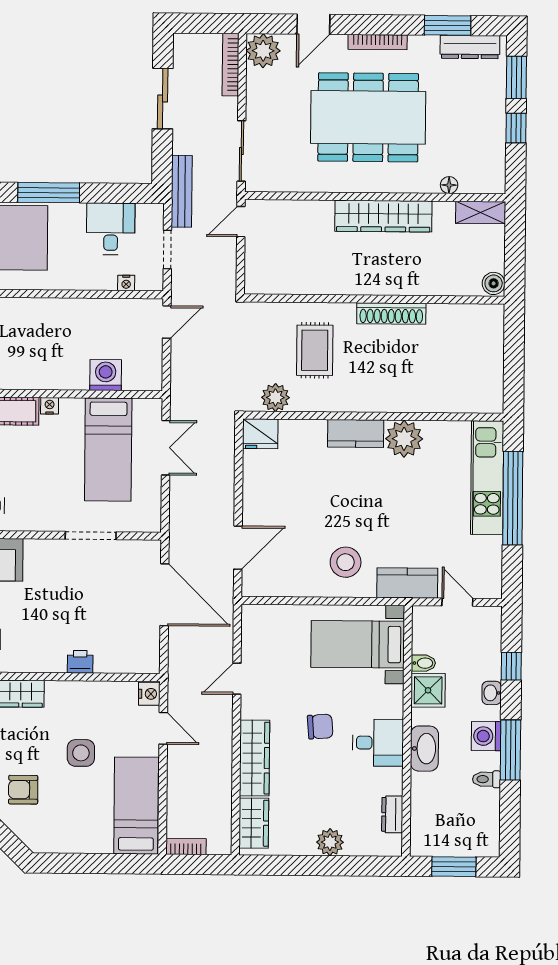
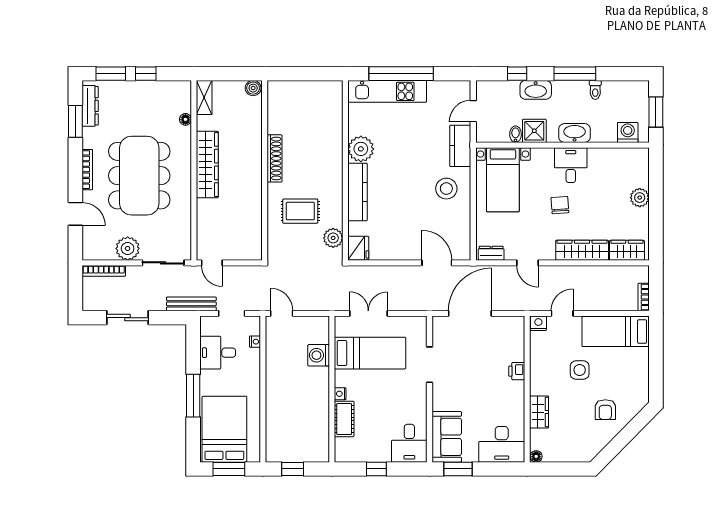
plant: (263, 51) -> (128, 248), moved
kitchen counter: (356, 434) -> (358, 192), width x1.50
washbasin: (492, 693) -> (536, 90), width x1.91, depth x1.45
washing machine: (486, 736) -> (628, 132), moved, turned 180
dresser: (392, 814) -> (491, 253), moved, turned 180

